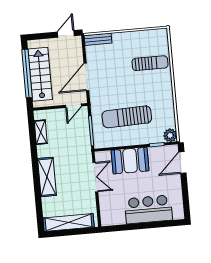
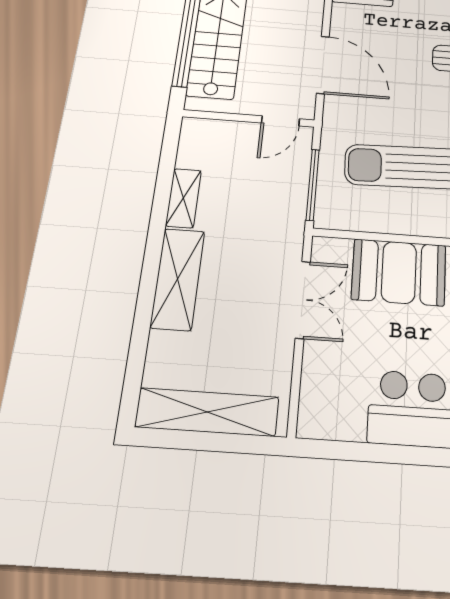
door: (86, 77) -> (323, 65), swing flipped
shelving: (41, 132) -> (183, 198), moved

